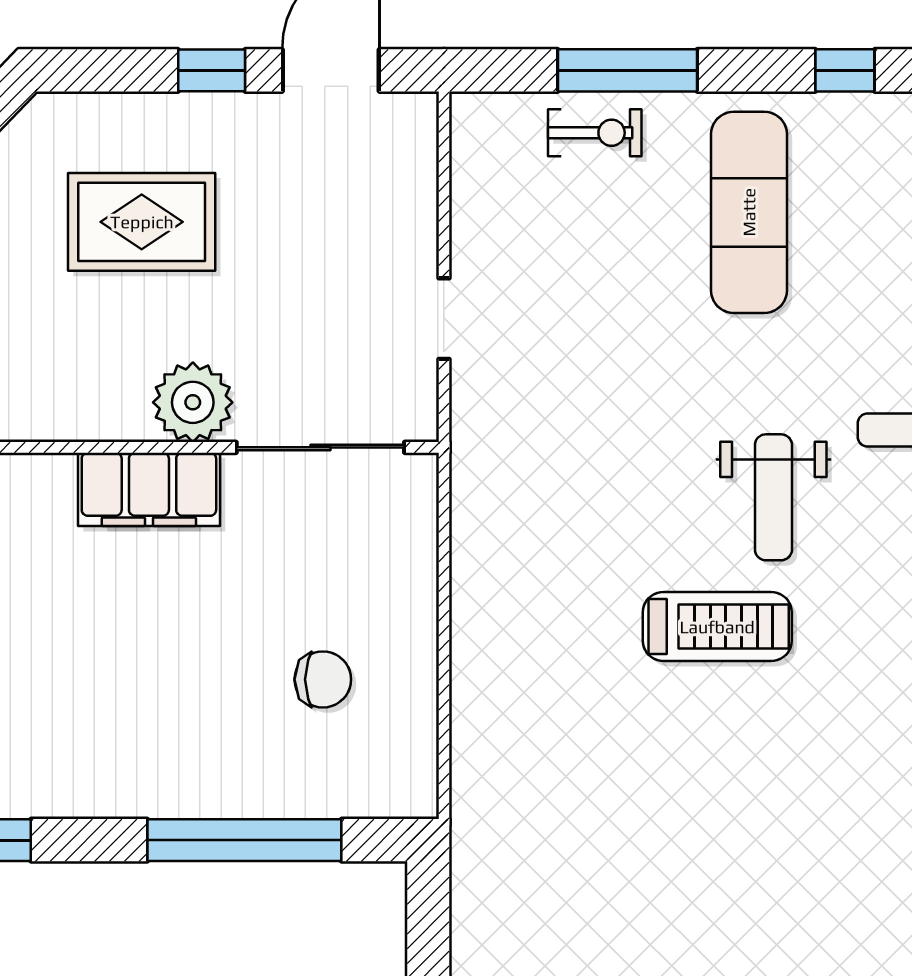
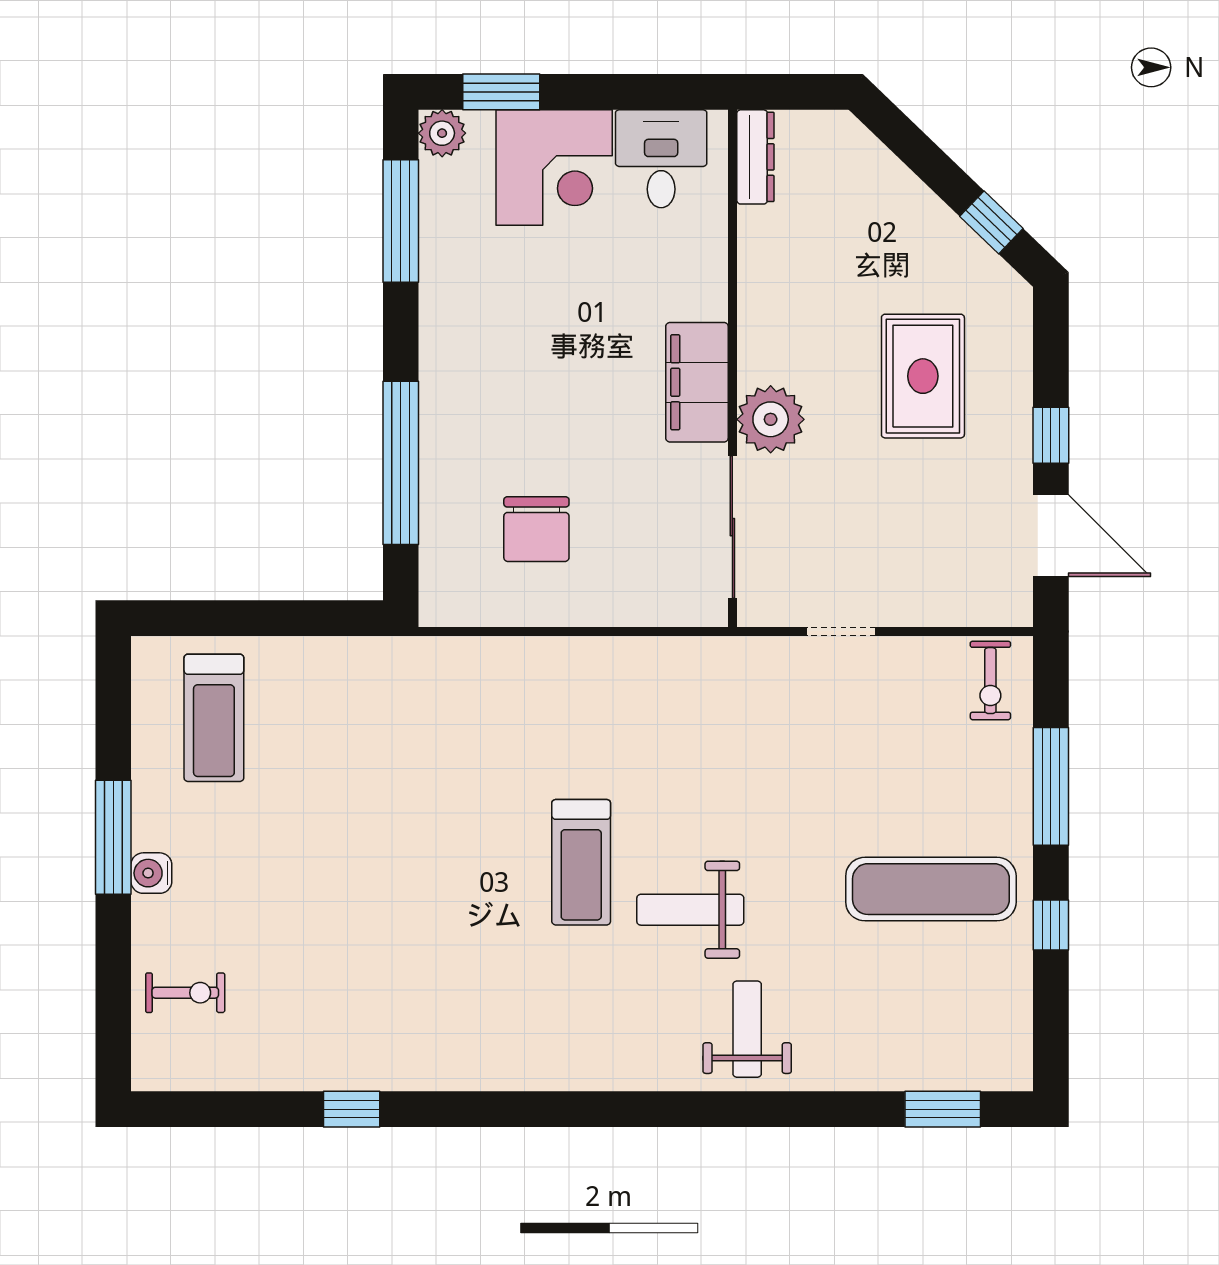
window: (845, 70) -> (1051, 925), moved
exercise bike: (595, 133) -> (990, 681), moved
chair: (323, 679) -> (536, 529), width x1.37, depth x1.37

